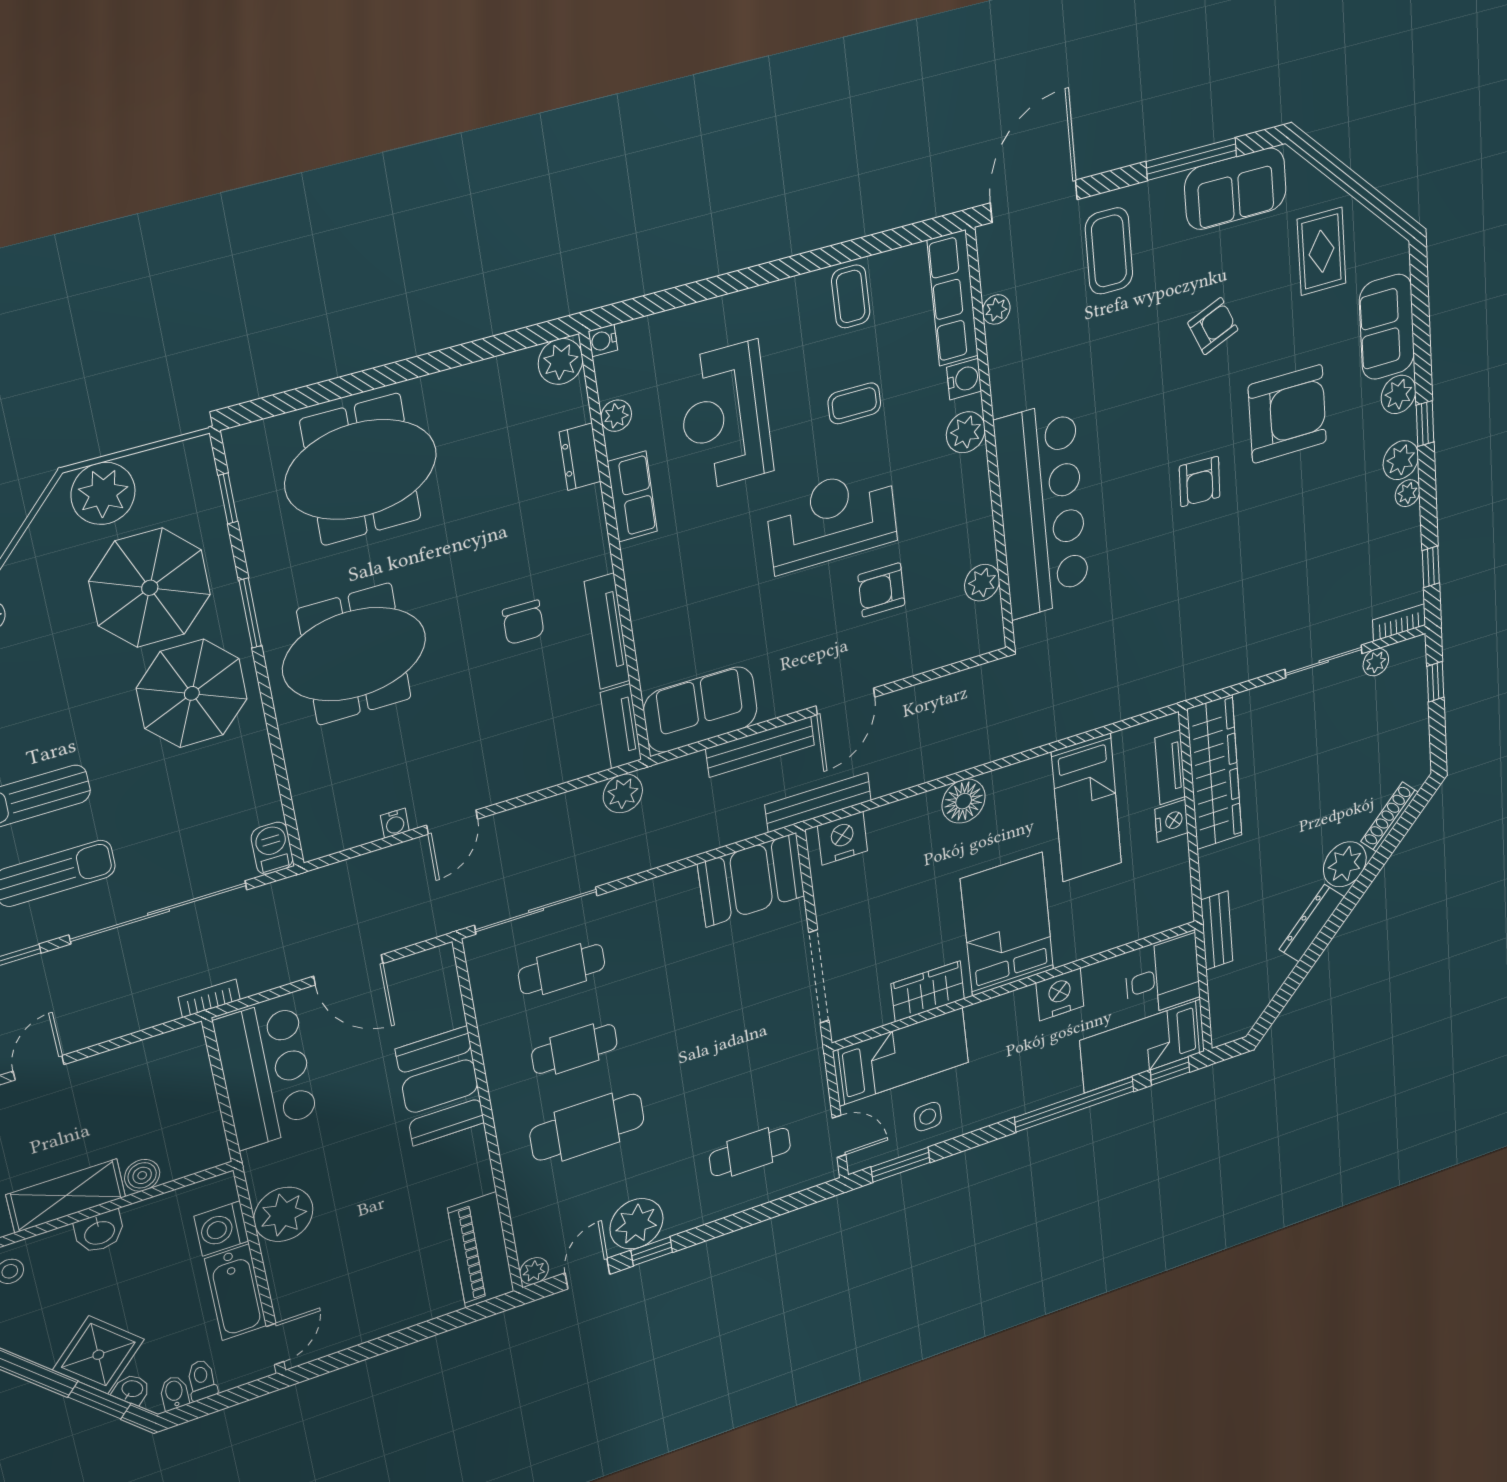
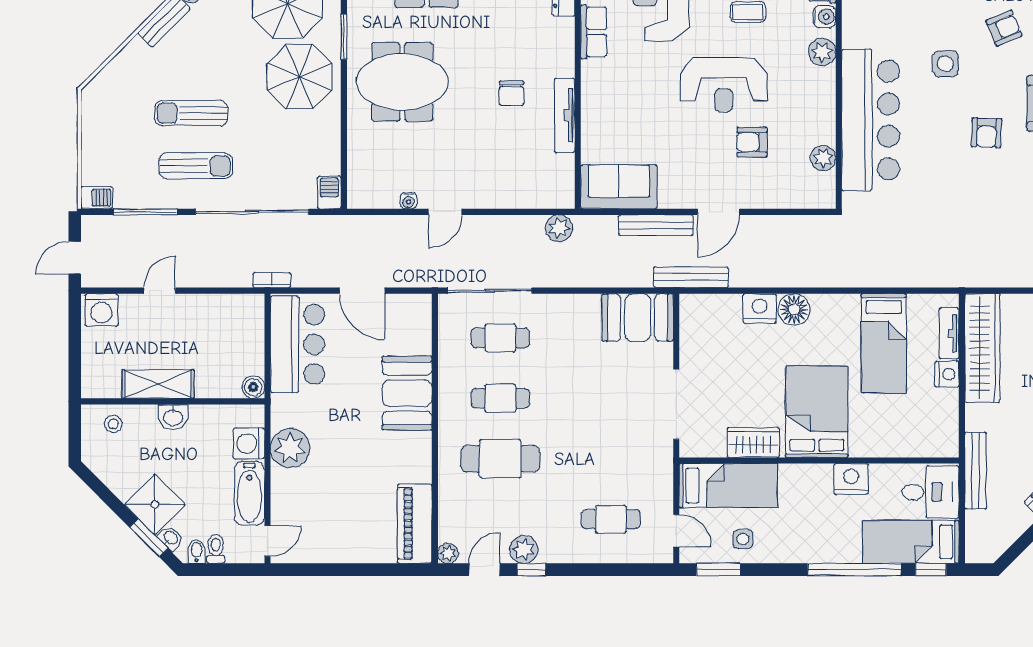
side table: (1137, 400) -> (945, 64), added
reception desk: (832, 519) -> (724, 84), turned 180
tv unit: (621, 726) -> (564, 182), removed
nightstand: (843, 838) -> (760, 308), moved
bench: (1217, 931) -> (976, 470), width x1.36
boiler: (142, 1175) -> (253, 387), moved
plant: (636, 1224) -> (524, 549), width x0.73, depth x0.73

